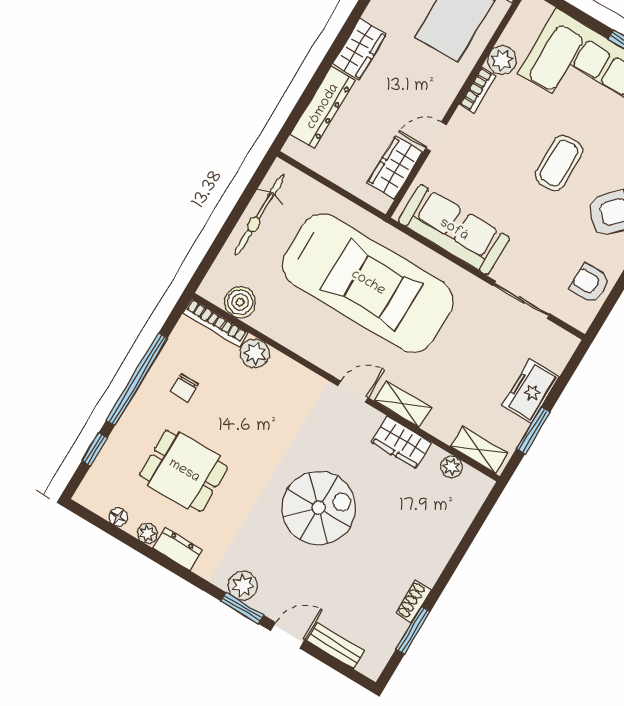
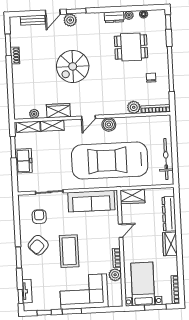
coffee table: (559, 163) -> (69, 251), width x1.36, depth x1.32
wardrobe: (395, 168) -> (132, 196), moved, turned 90
armchair: (590, 283) -> (39, 217), moved, turned -90
boiler: (240, 302) -> (109, 124), moved
shelving: (403, 404) -> (52, 126), moved
window: (95, 449) -> (168, 22), moved
plant: (243, 586) -> (70, 20), moved

